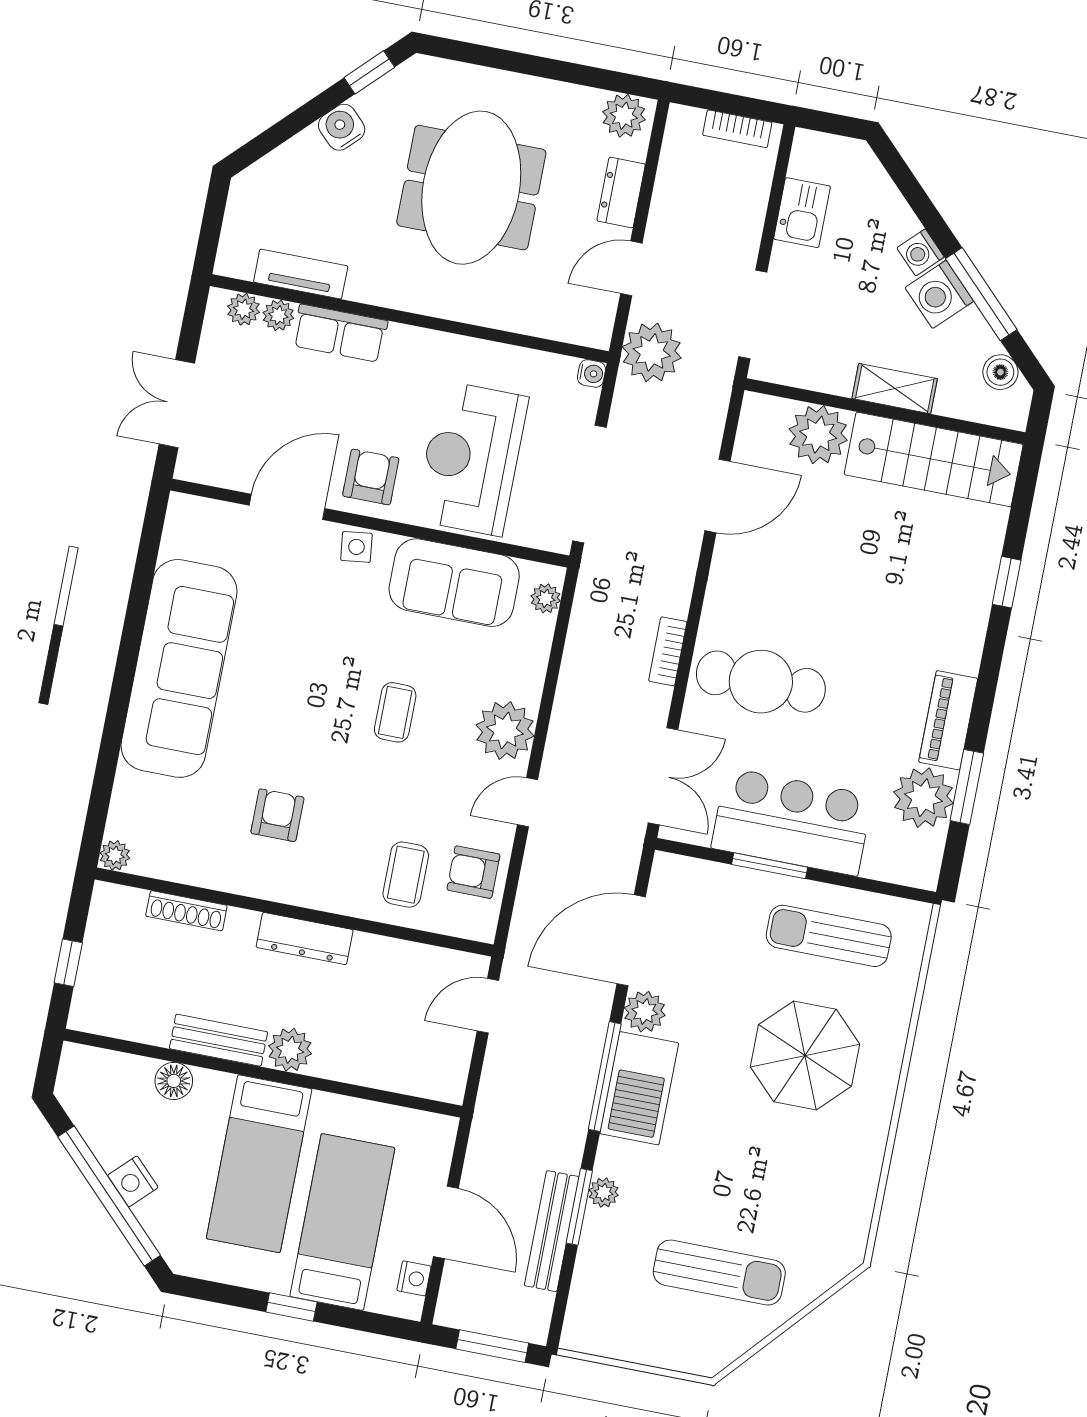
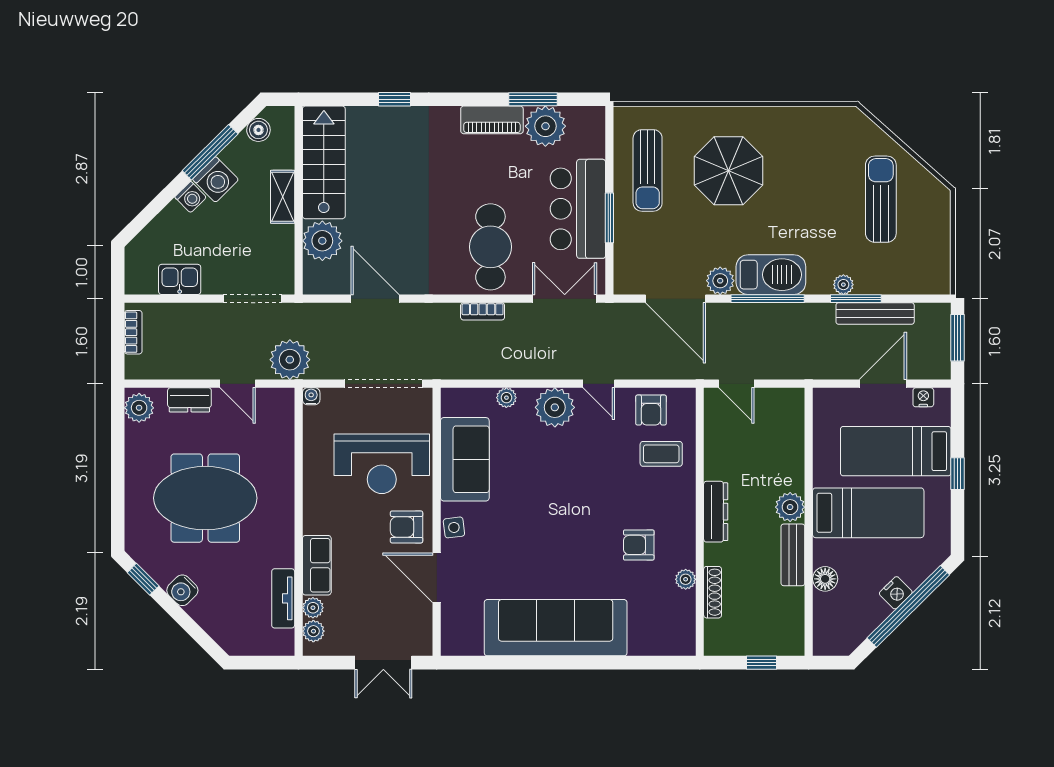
plant: (546, 598) -> (506, 398), moved
coffee table: (395, 712) -> (557, 481), removed
plant: (115, 855) -> (686, 579), moved

